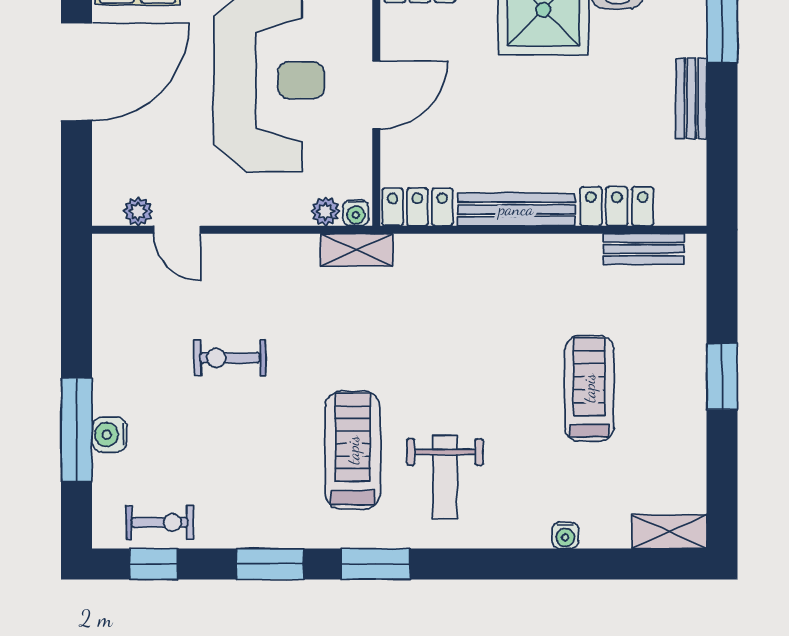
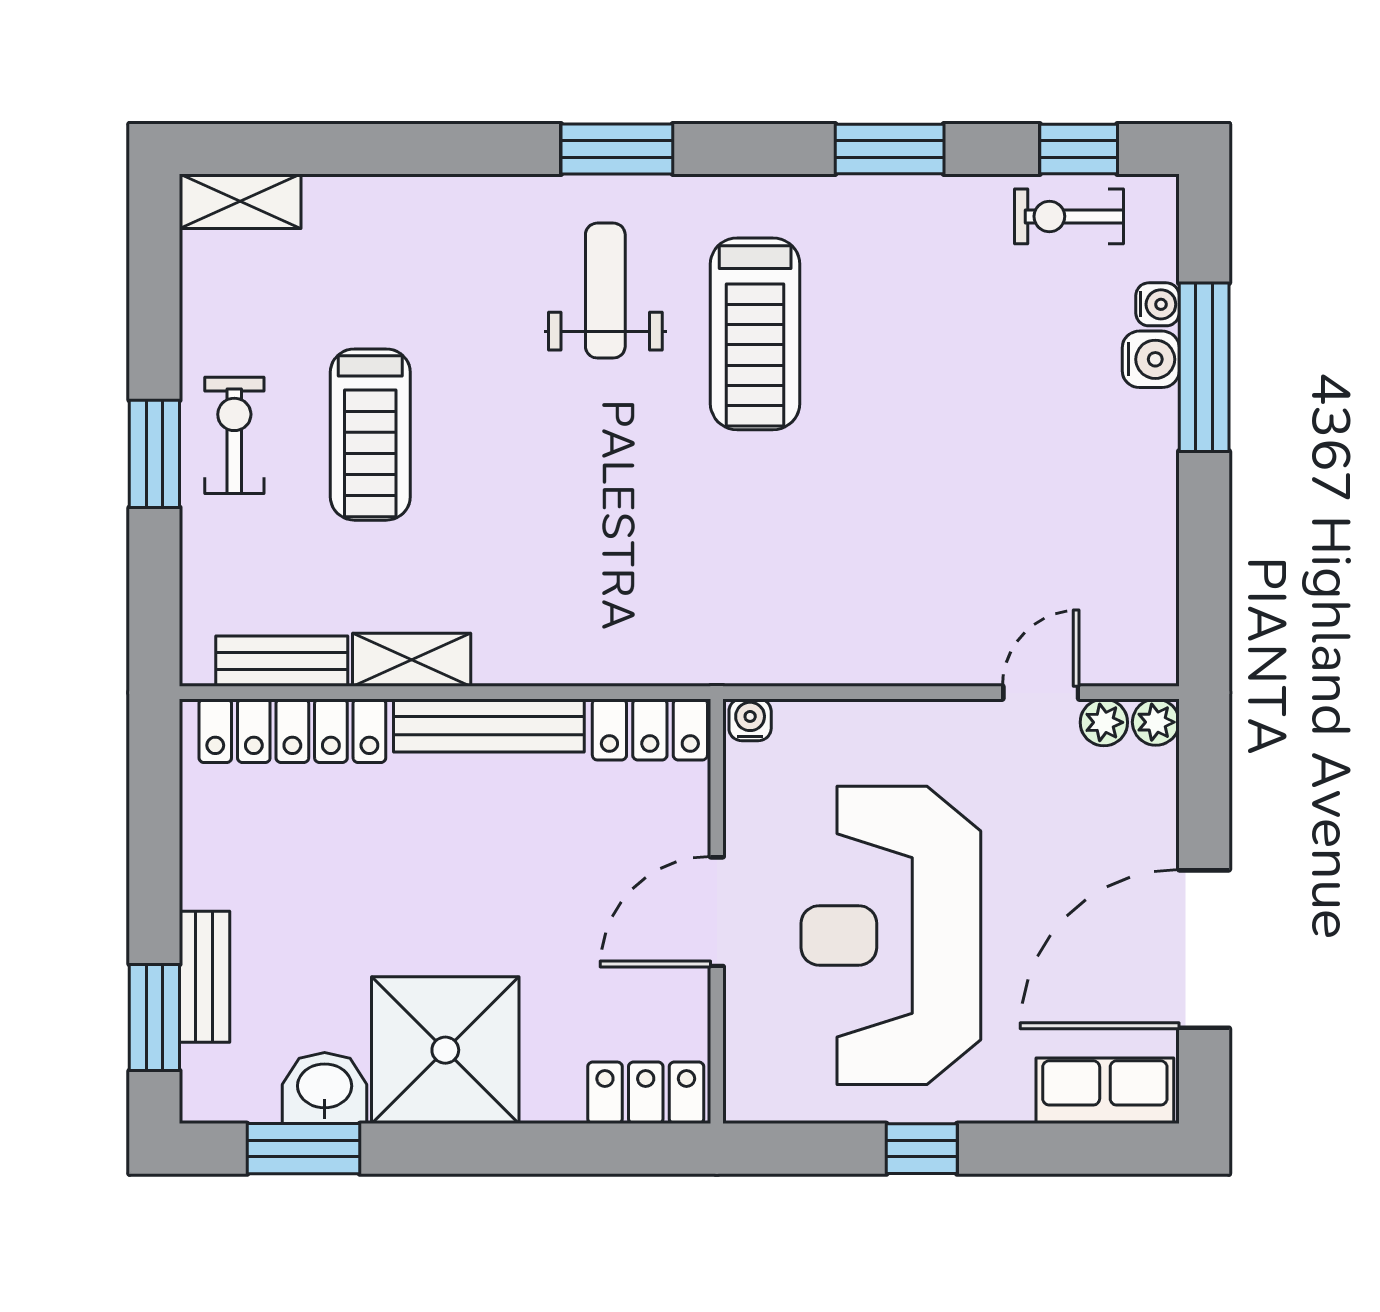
bench: (691, 98) -> (204, 977), moved
locker: (617, 206) -> (292, 731), width x1.53
plant: (325, 211) -> (1156, 722), moved
door: (177, 230) -> (1041, 693), hinge flipped
shelving: (357, 250) -> (412, 660), moved
exercise bike: (230, 358) -> (234, 435), moved, turned -90
water cooler: (565, 535) -> (1157, 304), moved, turned 90
window: (376, 564) -> (617, 149), moved

